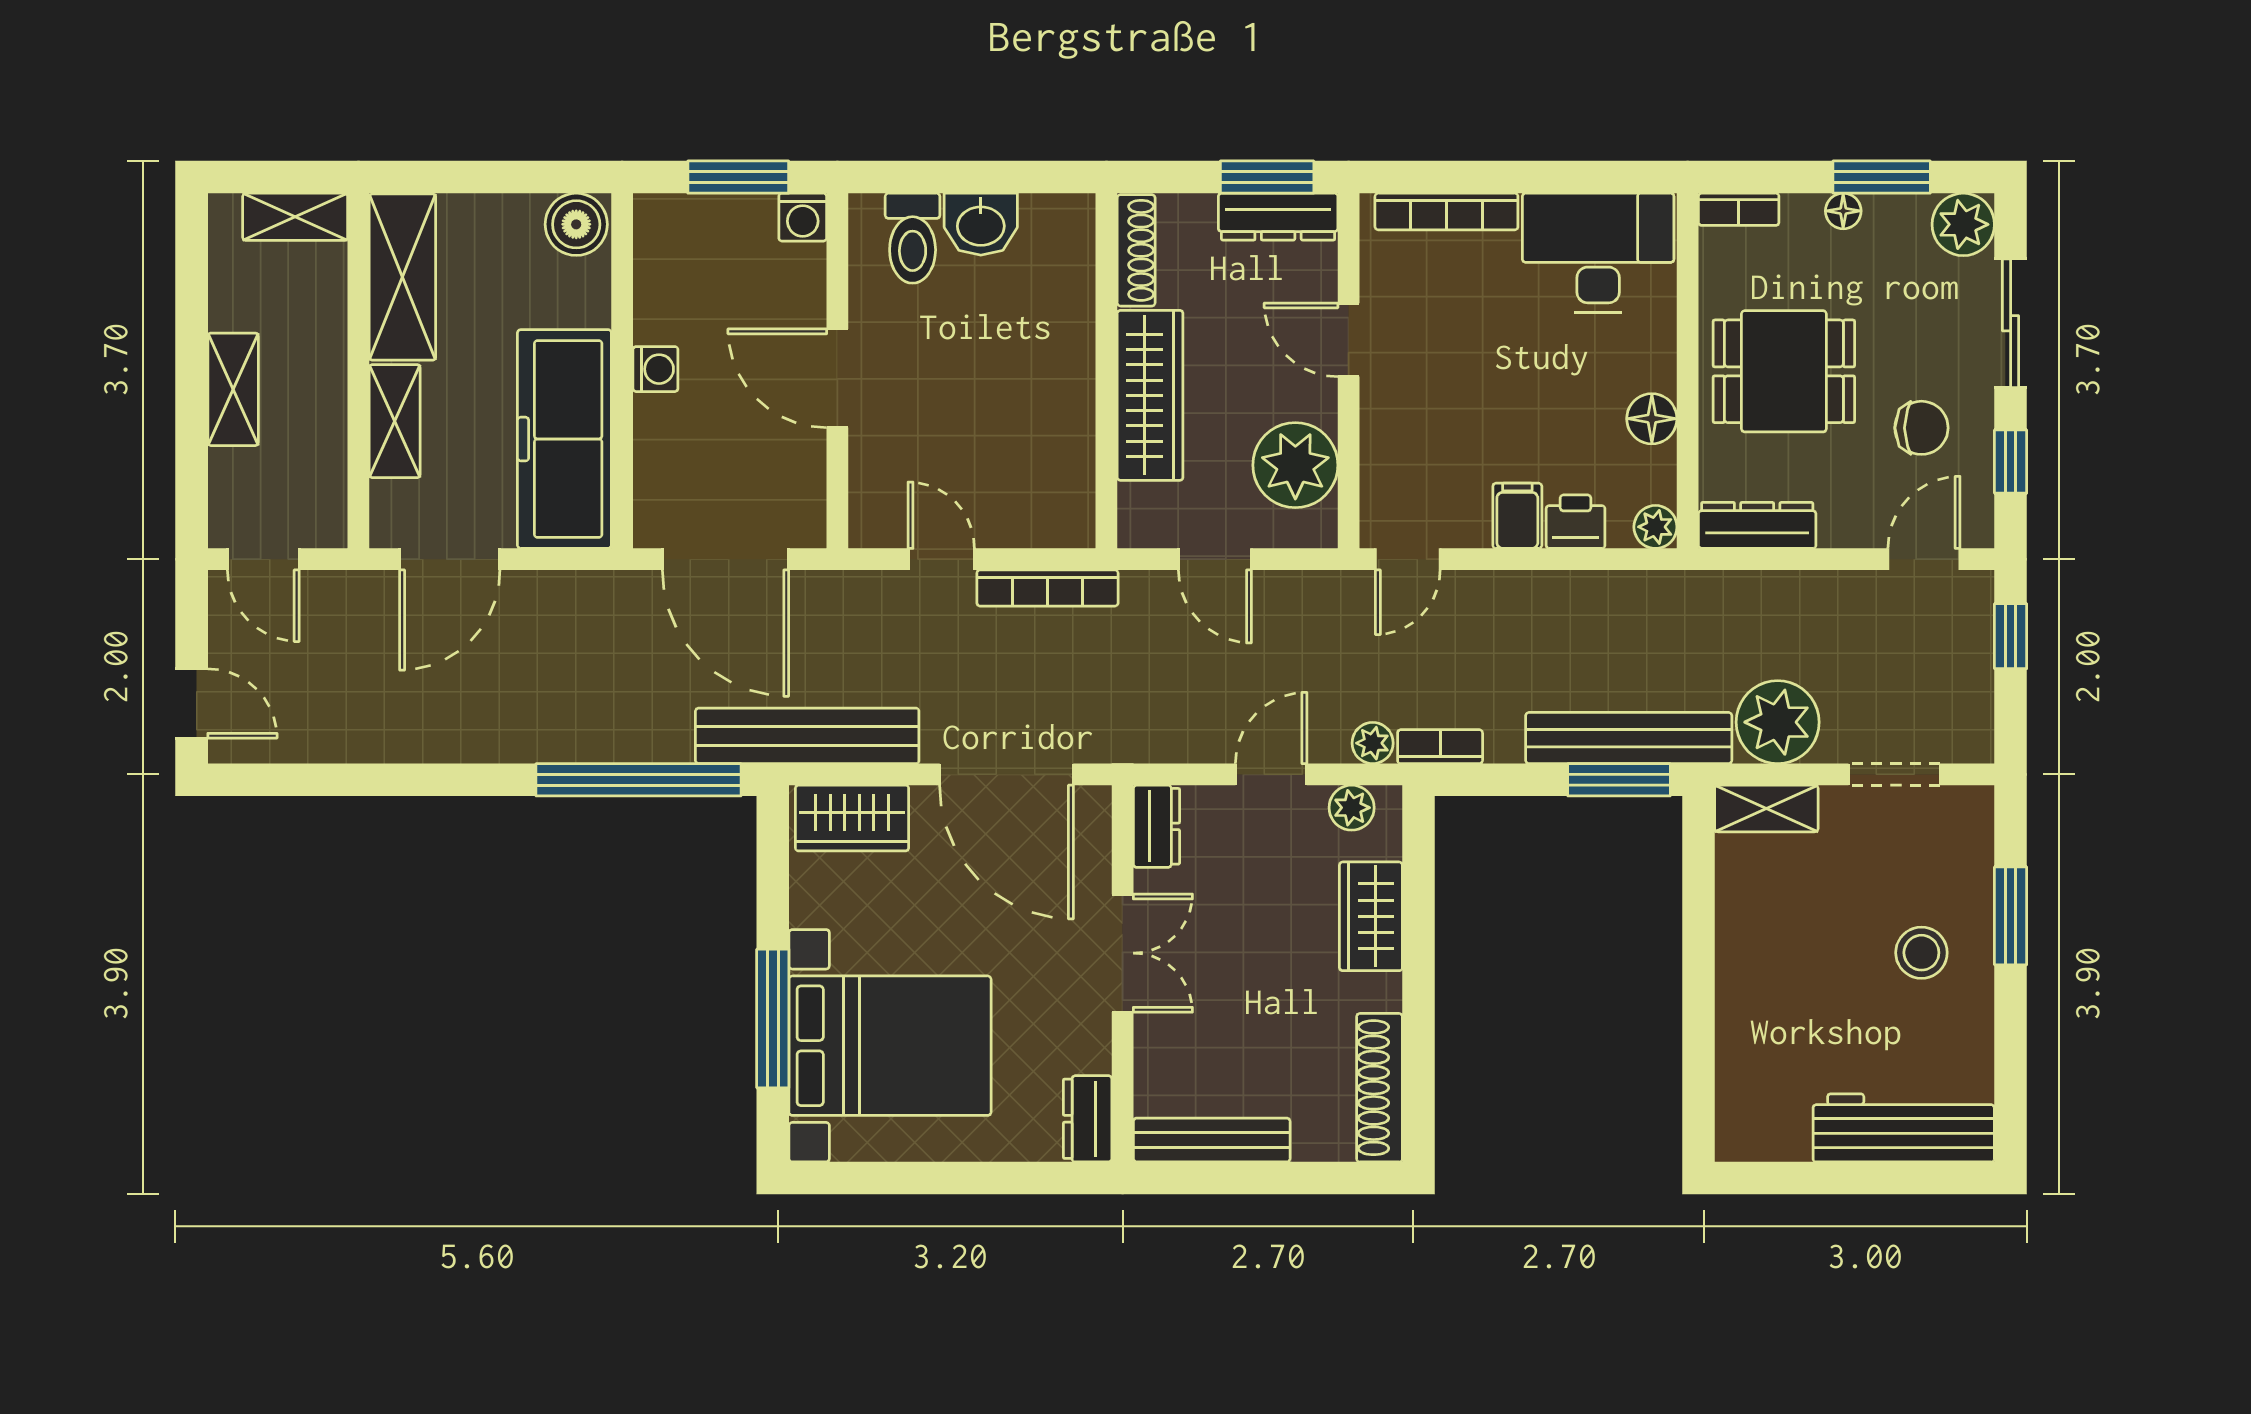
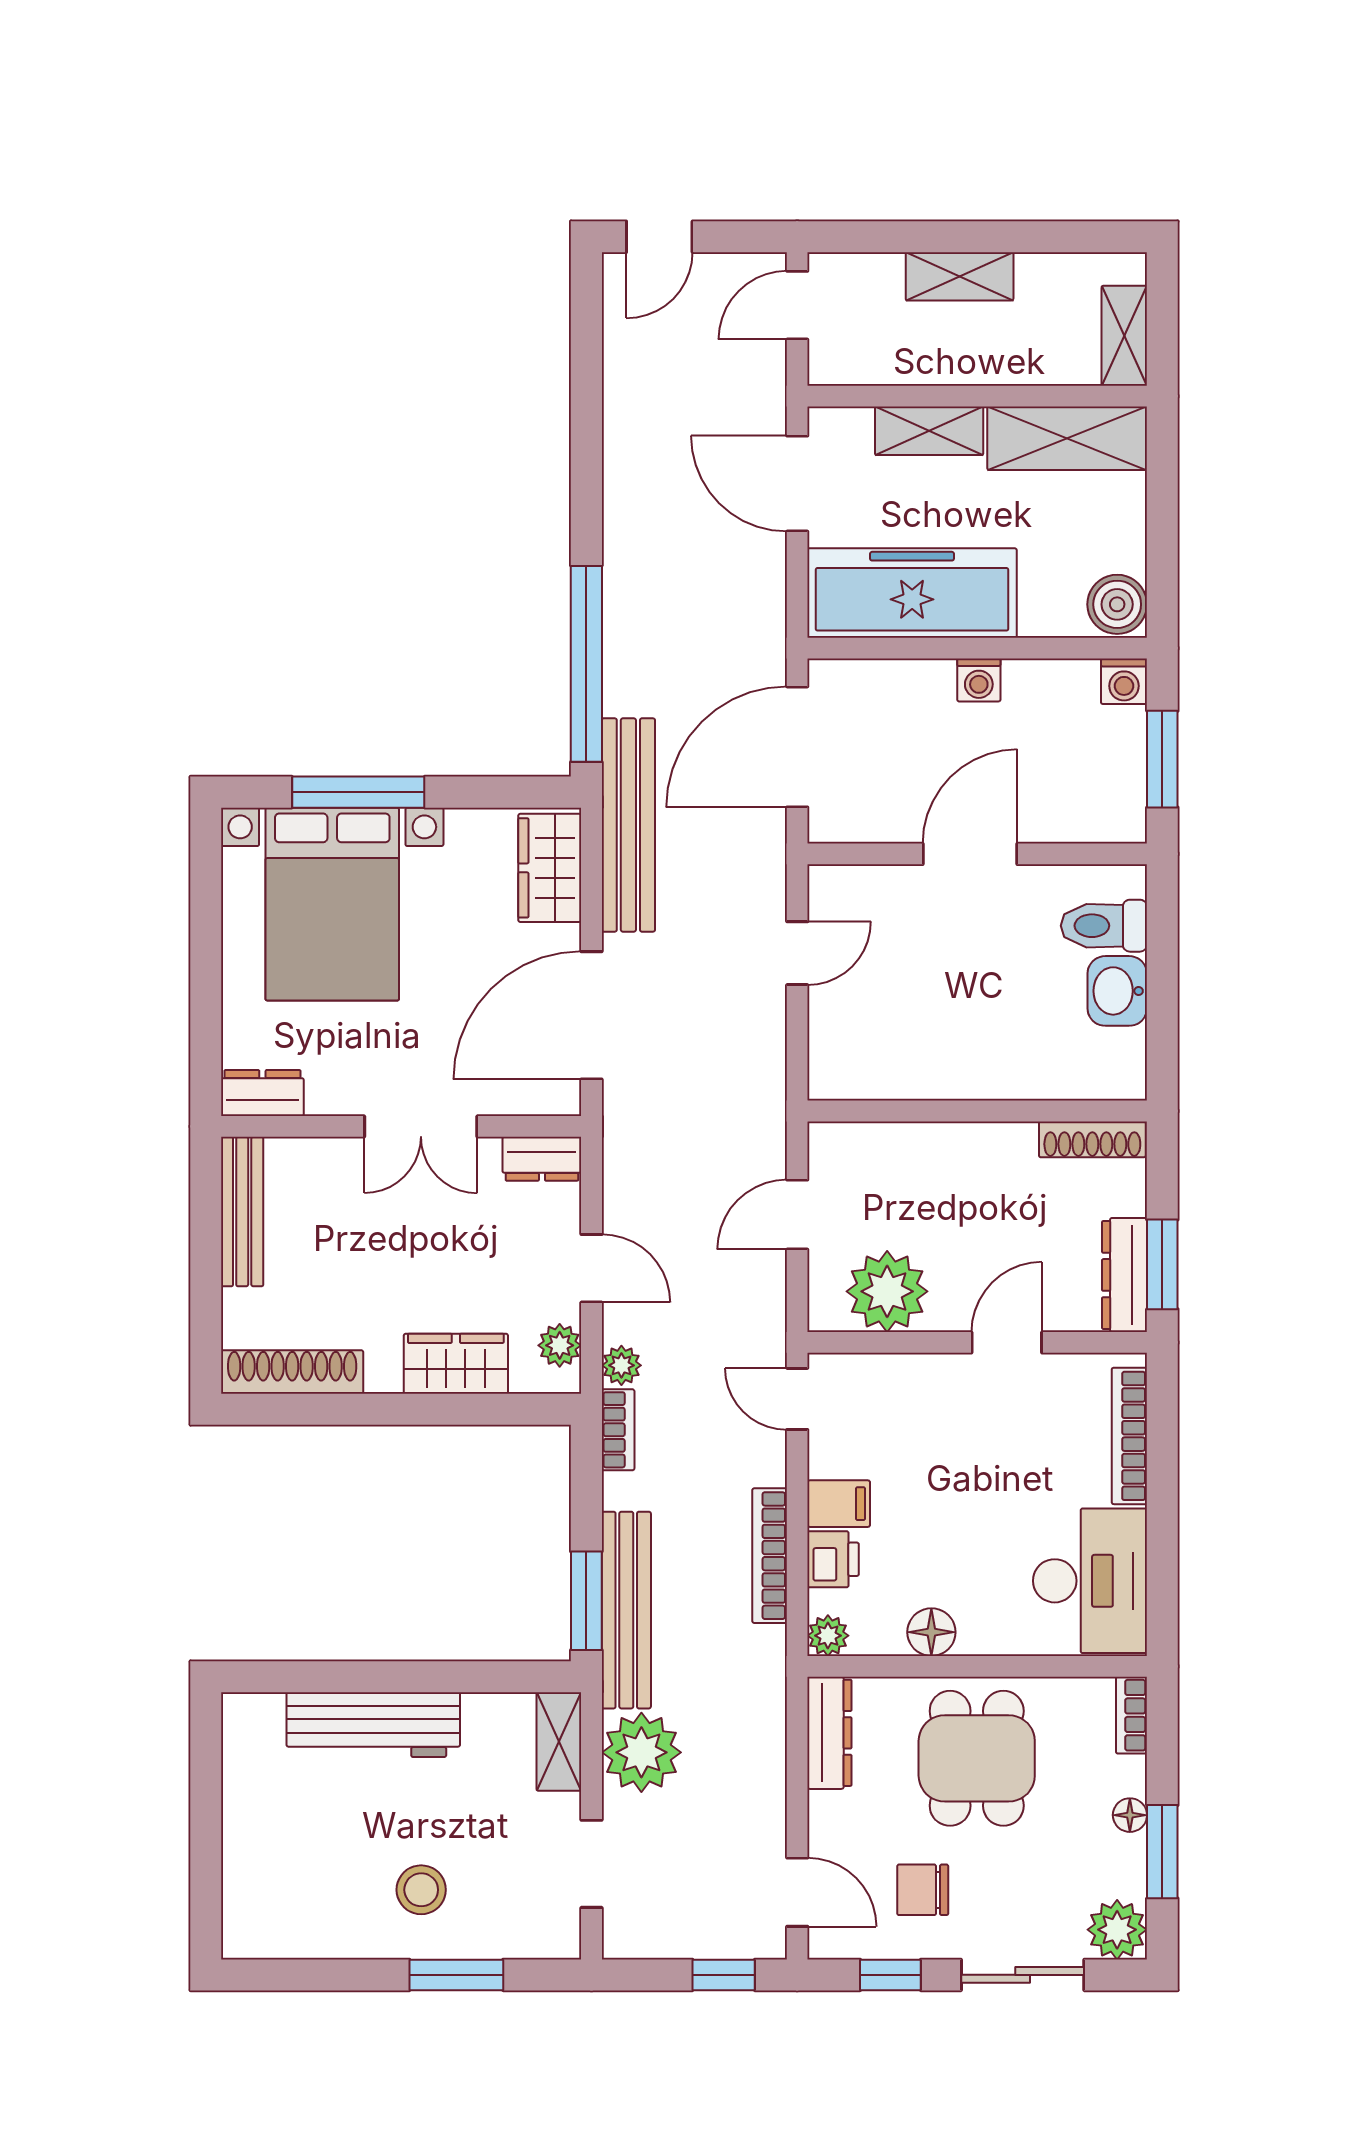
washing machine: (803, 217) -> (1124, 681), moved, turned -90
wardrobe: (1150, 395) -> (954, 1153), removed
chair: (1921, 428) -> (923, 1890), turned 90
bookcase: (1047, 588) -> (770, 1556), moved
workbench: (1904, 1128) -> (373, 1725), moved, turned 90

